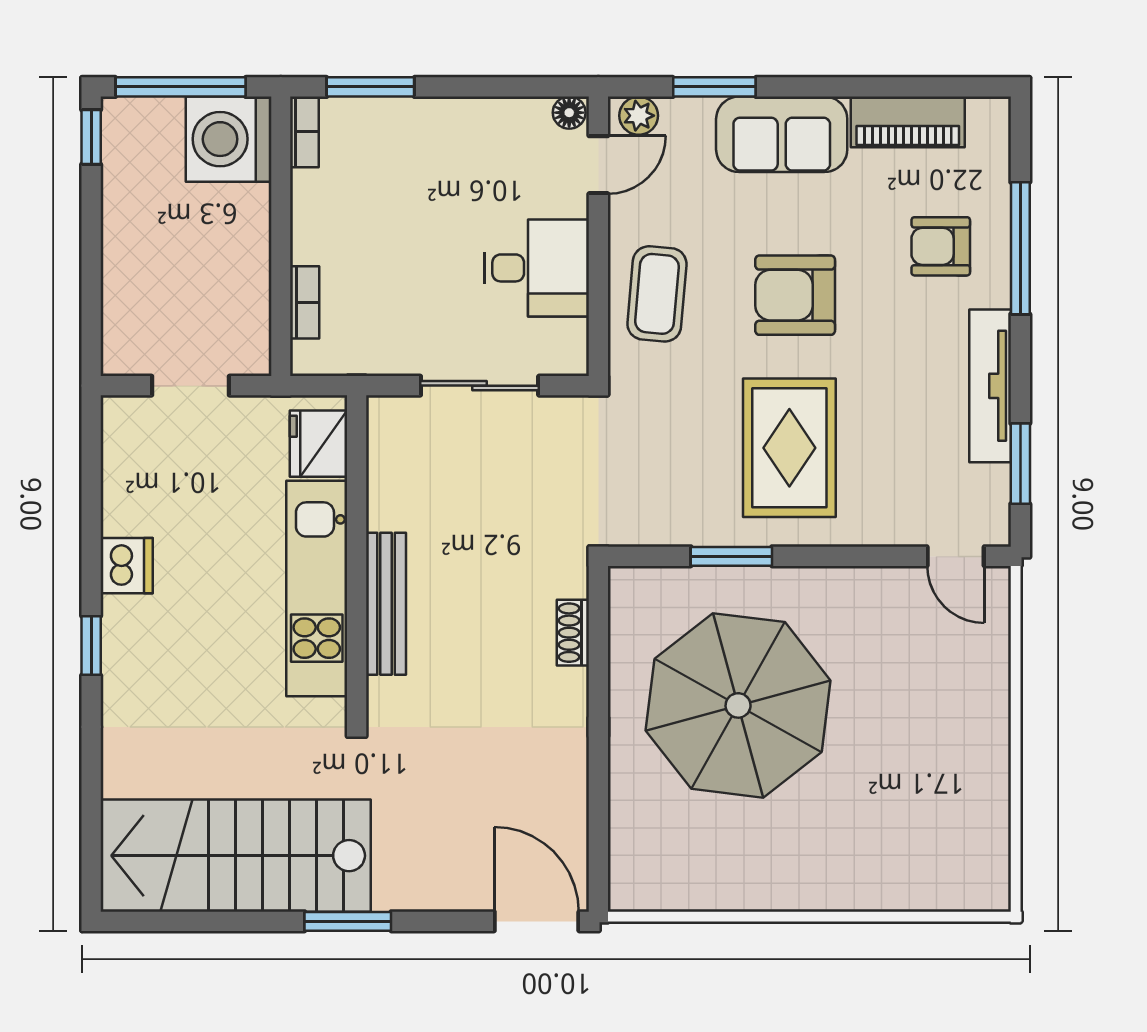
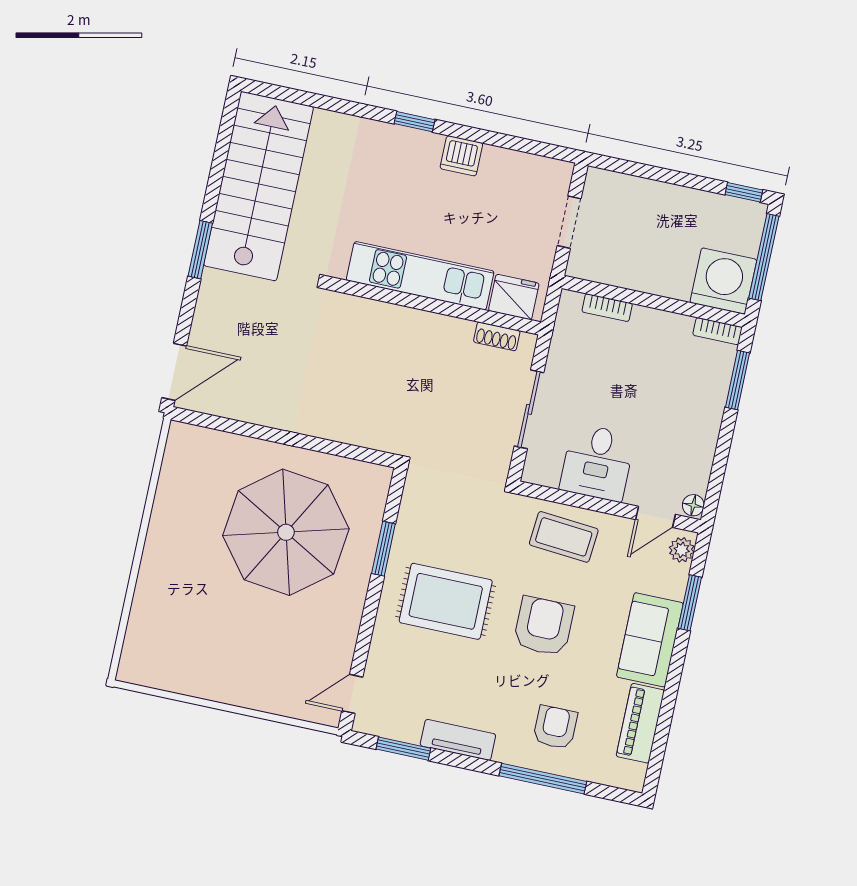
door: (598, 165) -> (656, 517), hinge flipped
tv unit: (990, 386) -> (458, 740), width x0.71
bench: (386, 604) -> (401, 318), removed
shoe rack: (573, 633) -> (497, 336), moved, turned 180

